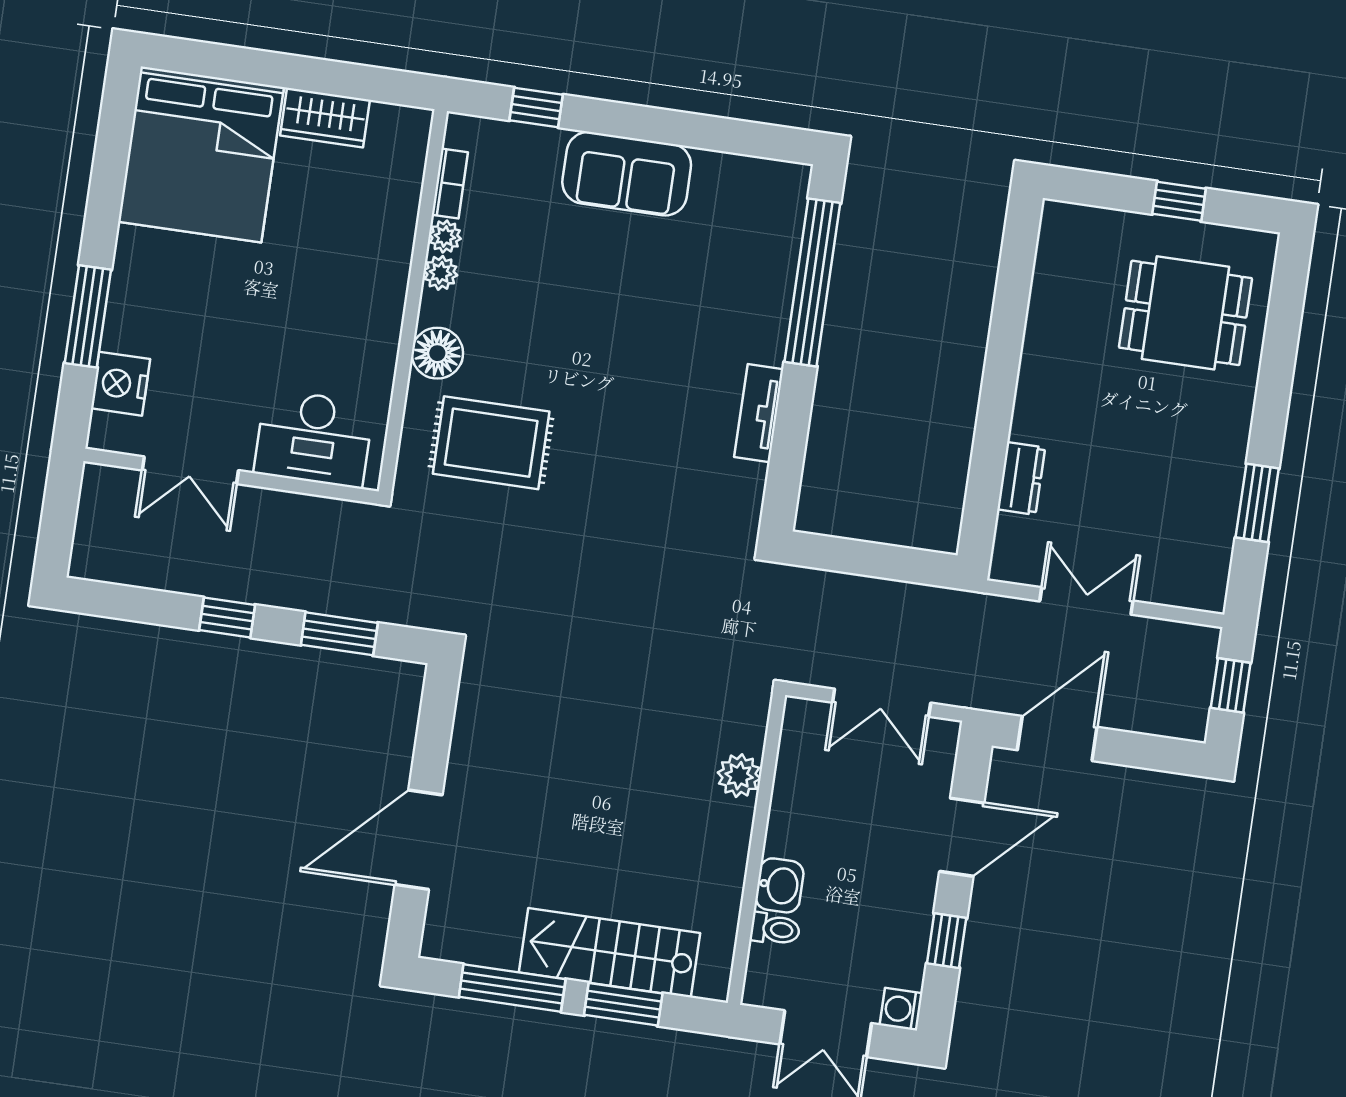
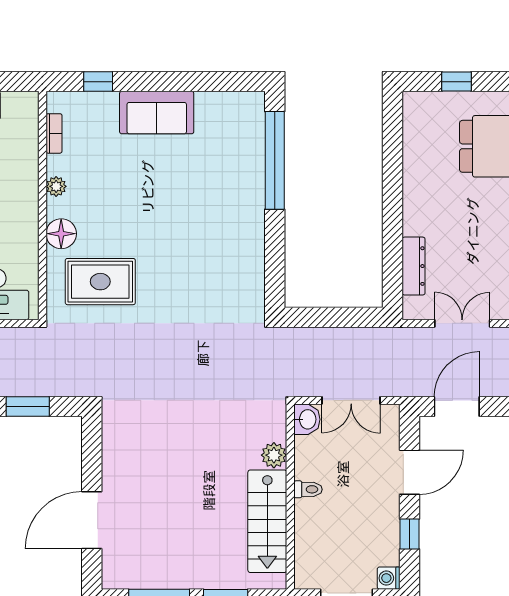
window: (1179, 201) -> (457, 82), moved
plant: (445, 236) -> (56, 165), removed
tv unit: (759, 413) -> (254, 241), removed
dresser: (1021, 478) -> (414, 266), width x1.44
washbasin: (780, 885) -> (307, 419), moved
toilet: (775, 929) -> (308, 489), moved
stairs: (609, 953) -> (267, 521), moved, turned -90

